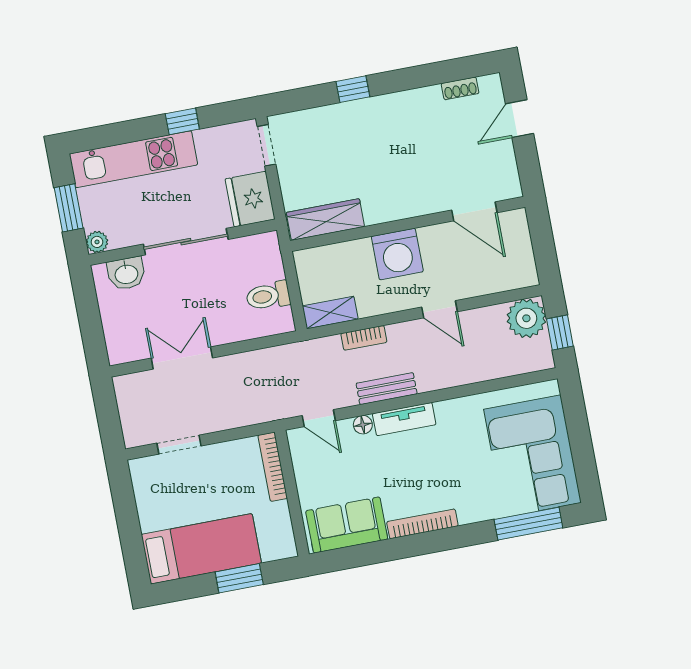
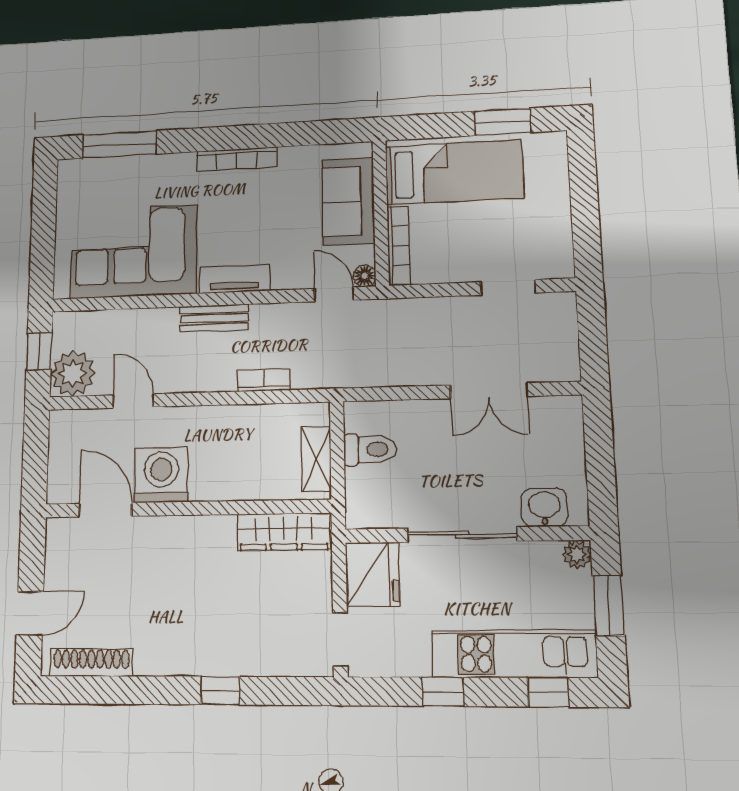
shoe rack: (460, 88) -> (91, 663), width x1.94, depth x1.24
window: (104, 136) -> (548, 692), added
washing machine: (397, 254) -> (161, 475), moved
door: (440, 309) -> (133, 401), moved
shelving: (330, 313) -> (316, 459), moved, turned 90
bench: (387, 389) -> (214, 318), moved
floor lamp: (363, 425) -> (365, 276), moved
corner sofa: (532, 456) -> (134, 252), moved, turned -90
sofa: (347, 525) -> (348, 201), moved, turned 90
bed: (201, 549) -> (454, 172), moved, turned 180
window: (239, 578) -> (503, 122), moved

